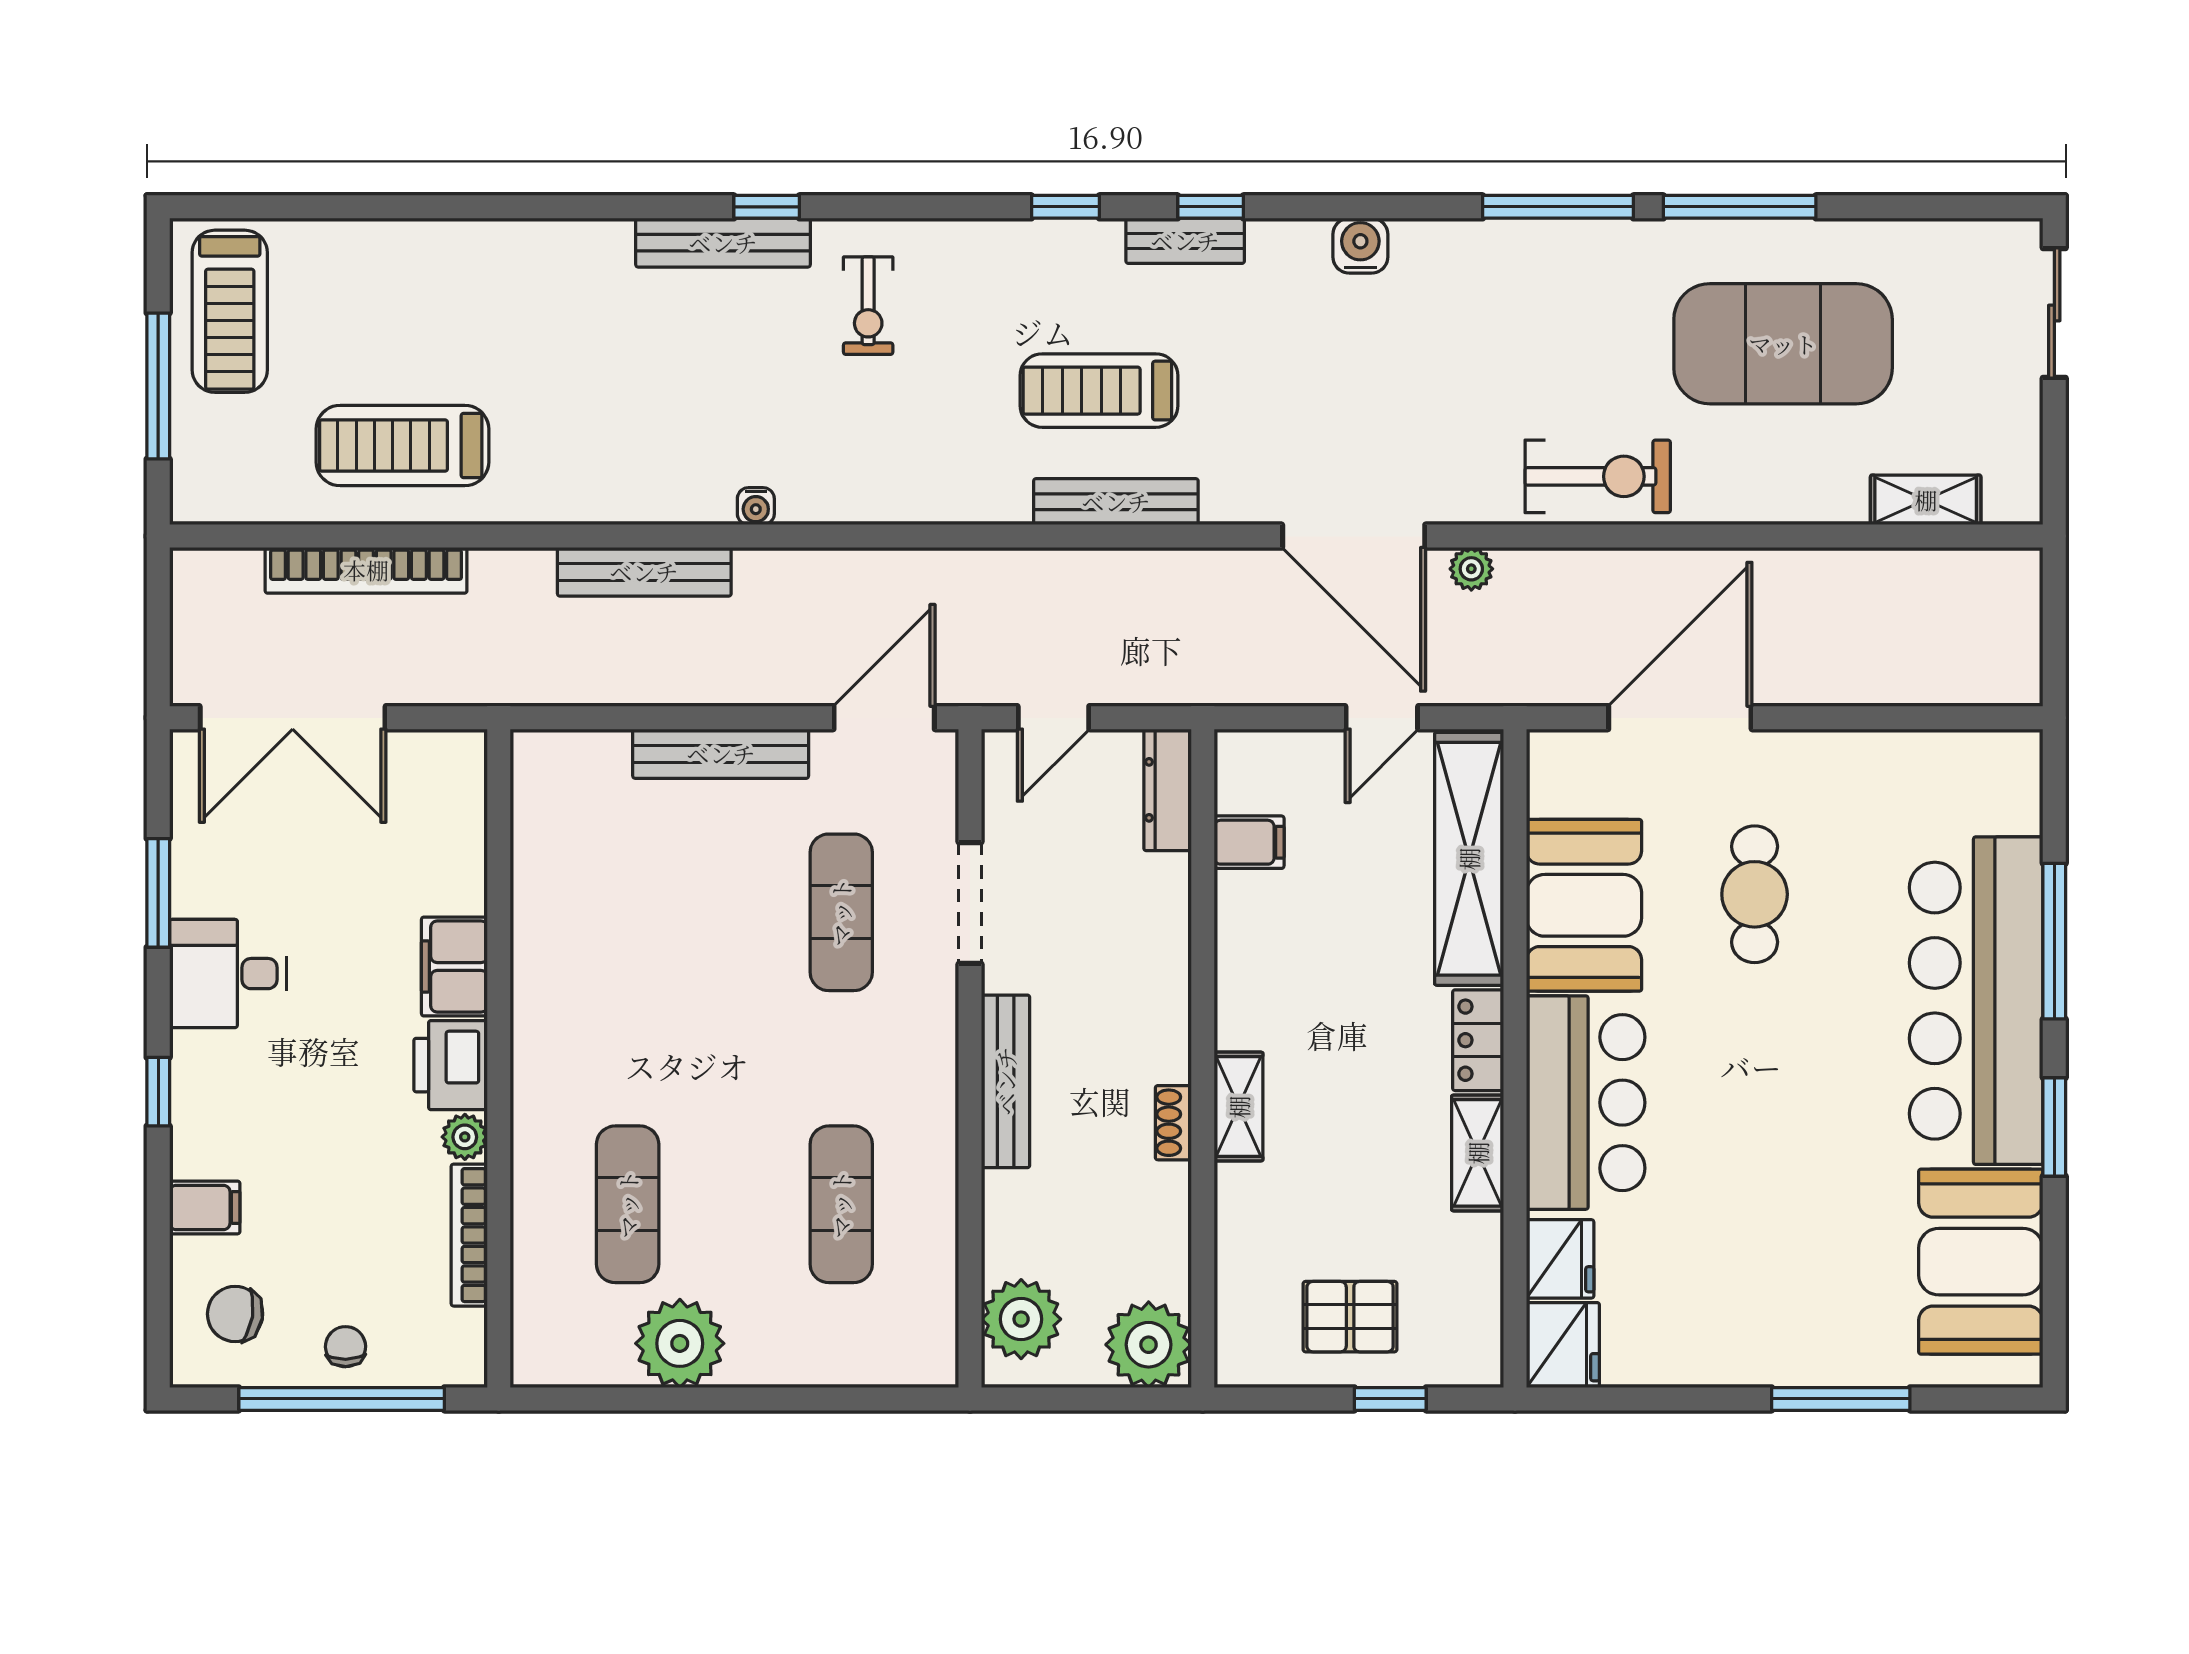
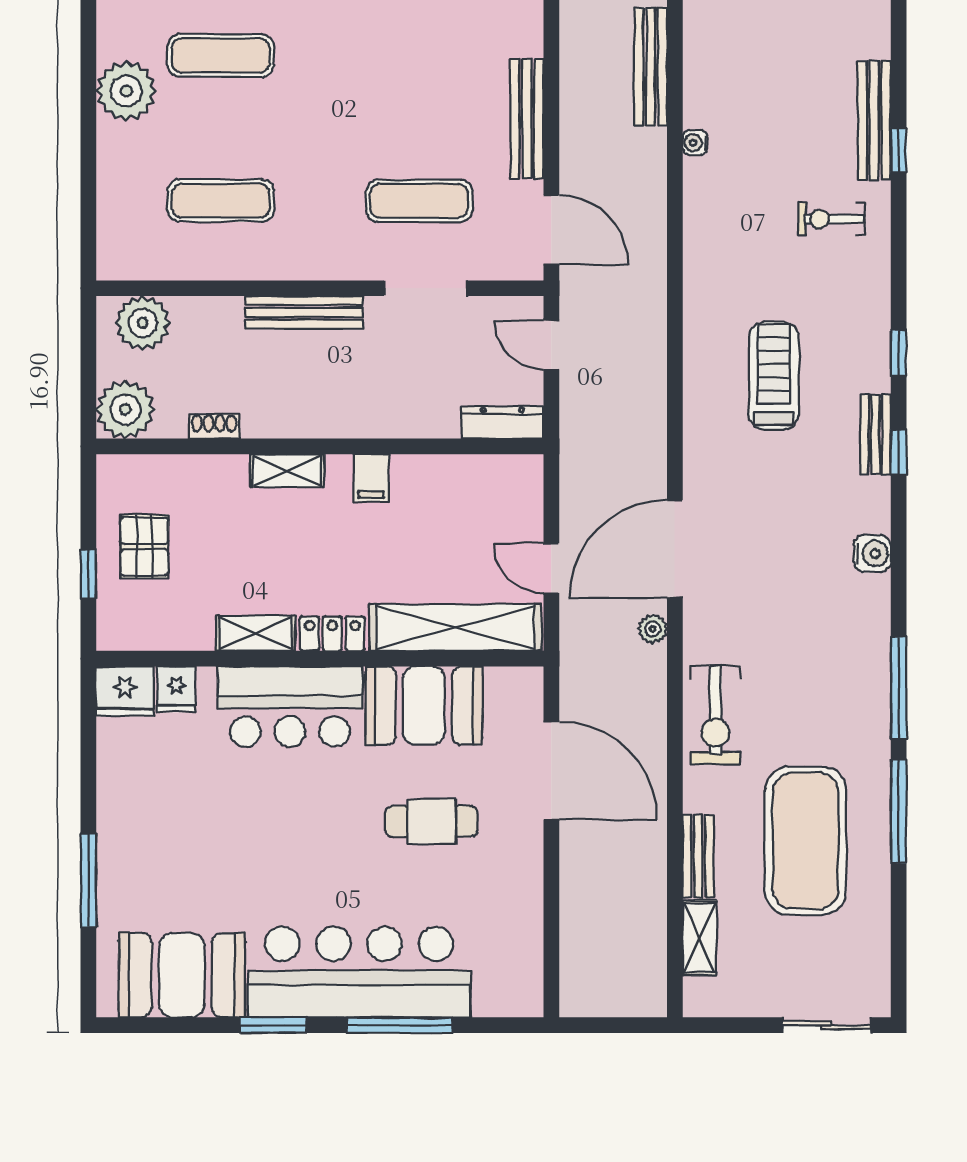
bench: (1116, 502) -> (698, 856), moved, width x0.73
filing cabinet: (1249, 842) -> (371, 478), moved
shoe rack: (1173, 1123) -> (214, 426), moved
fridge: (1560, 1259) -> (176, 689), width x0.72

